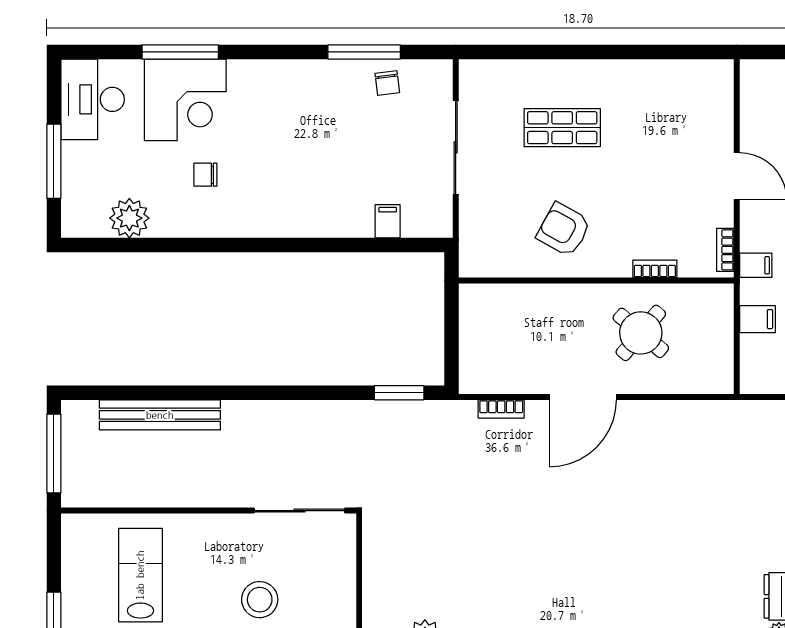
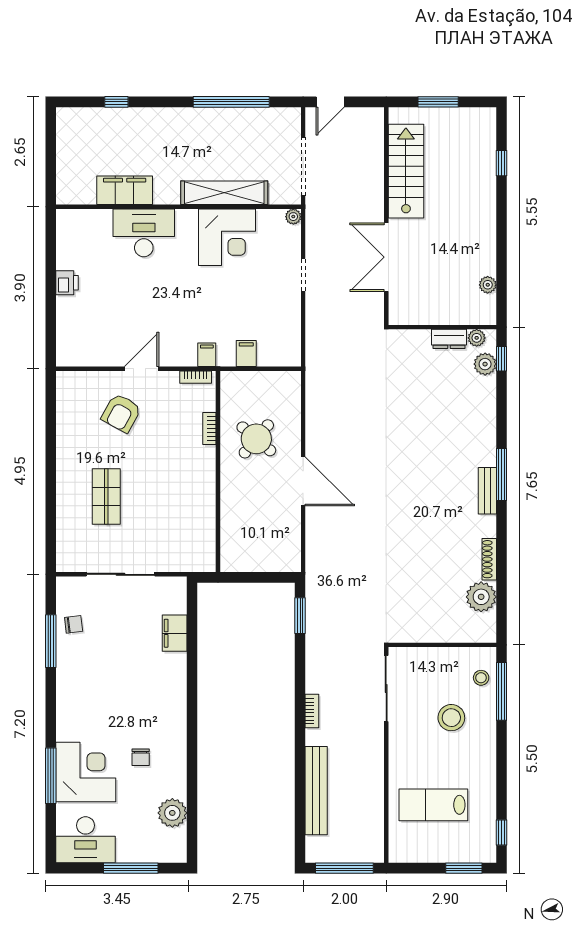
filing cabinet: (388, 221) -> (175, 633), width x2.00
armchair: (564, 230) -> (121, 413), moved
bookcase: (501, 409) -> (312, 711), moved

